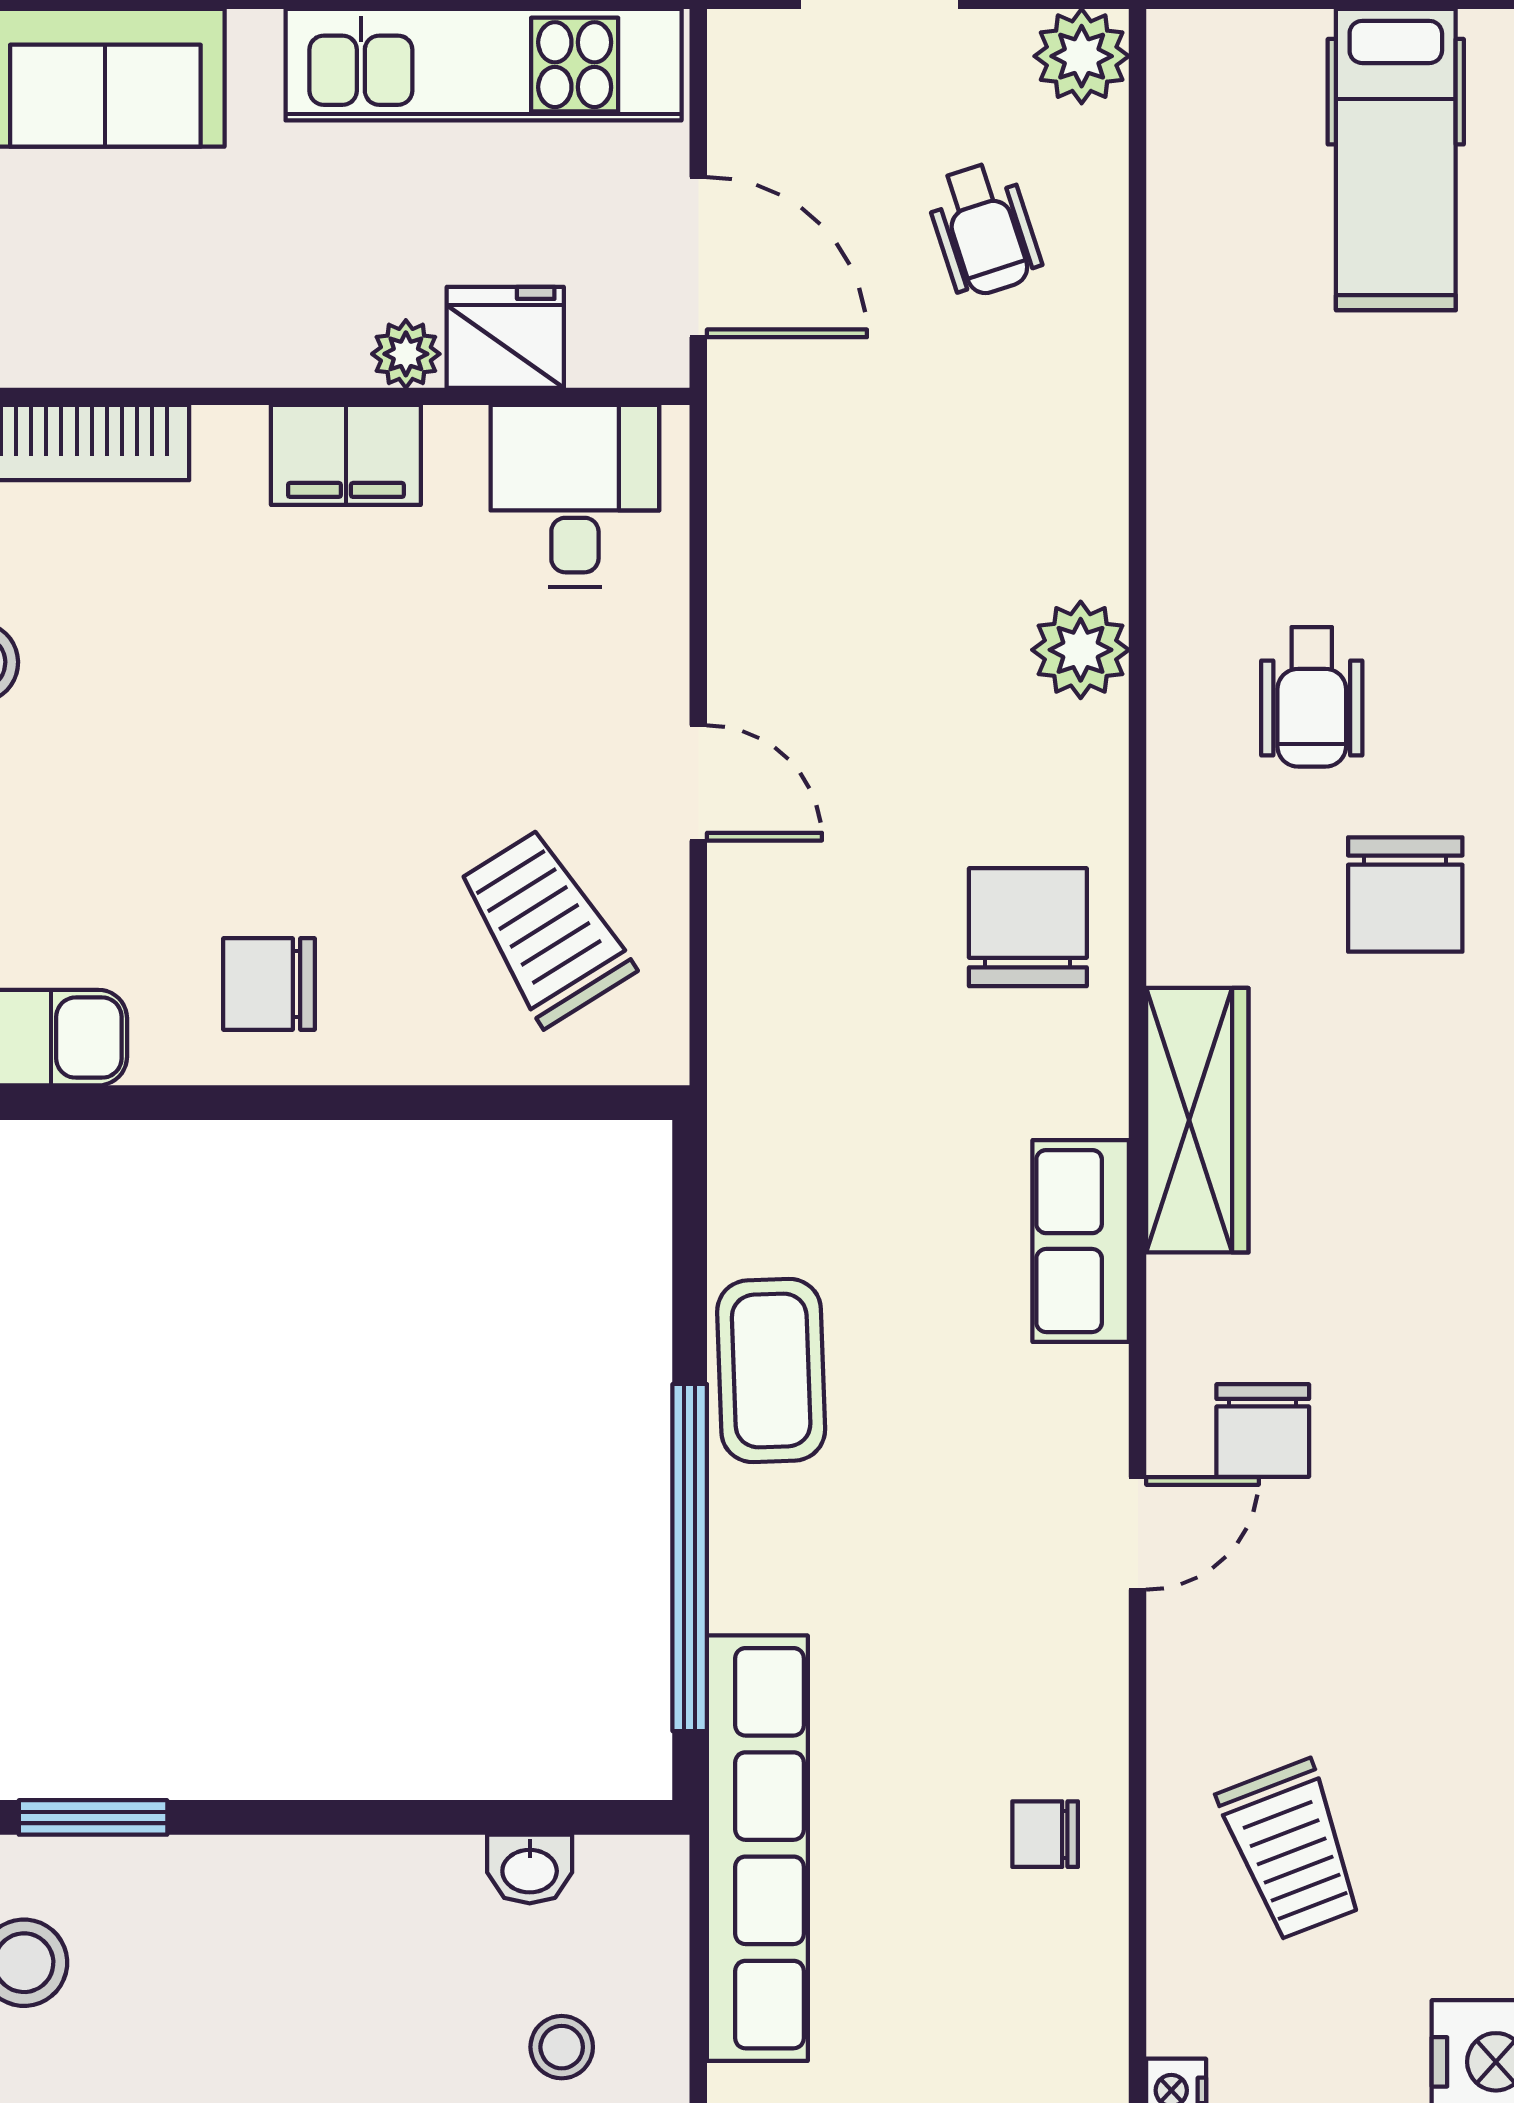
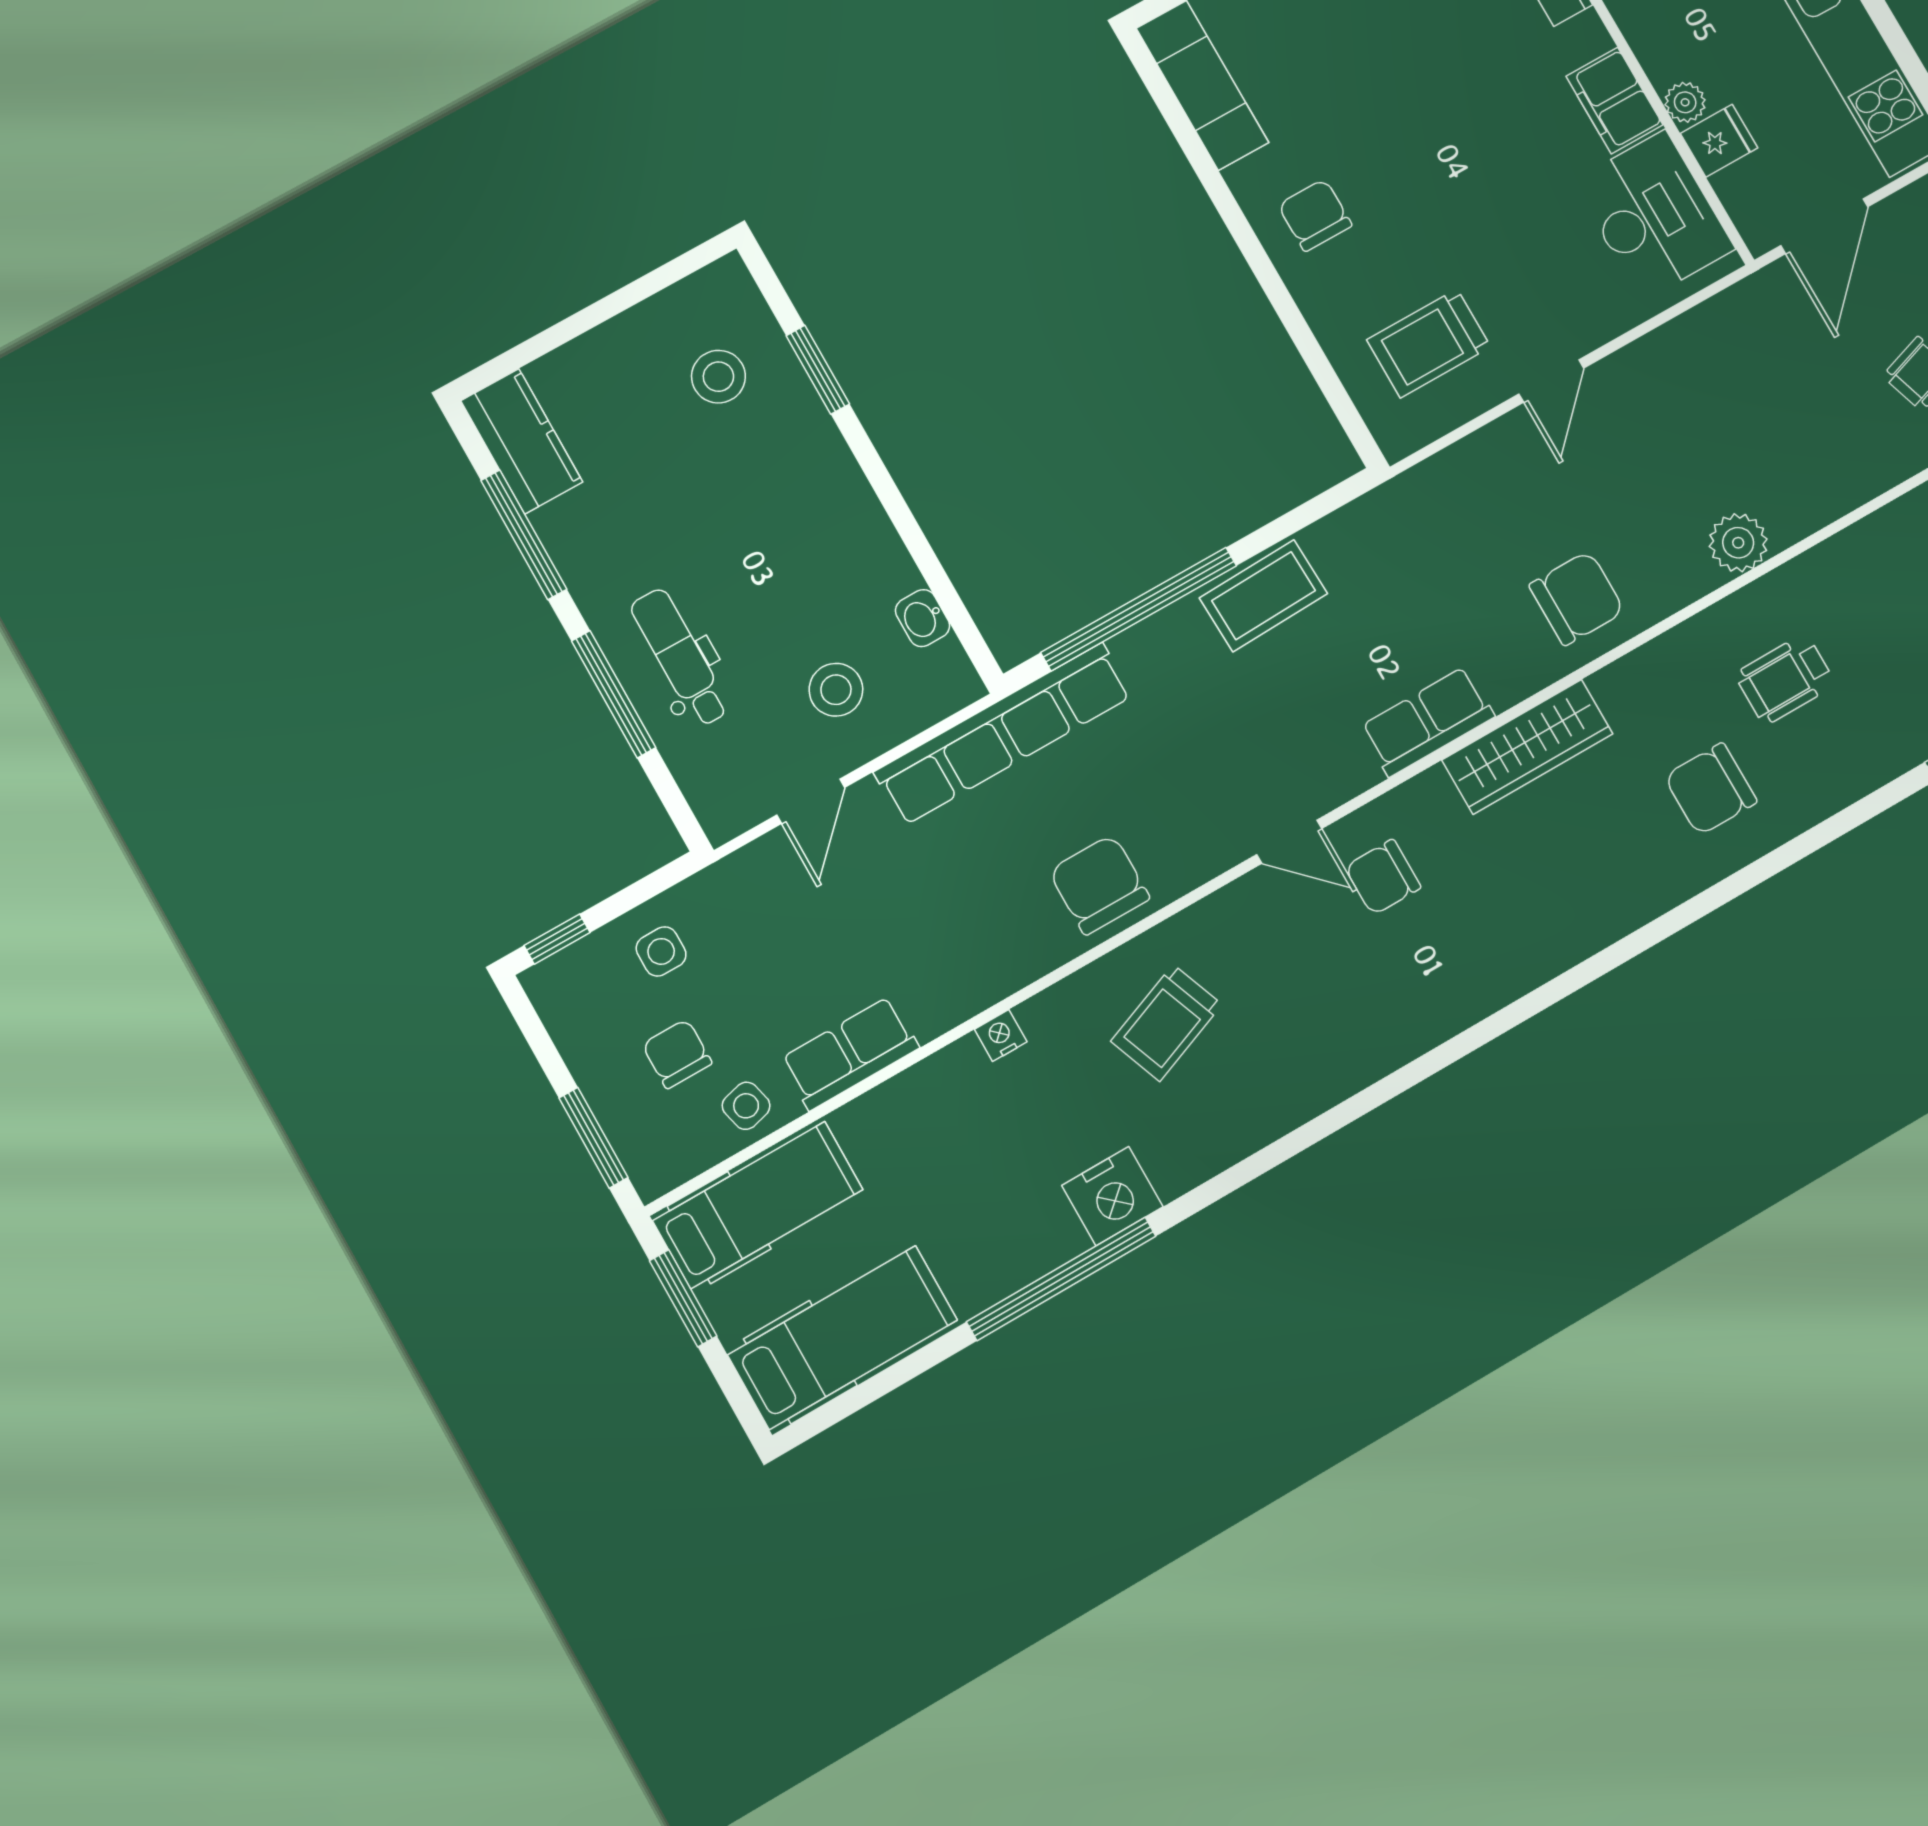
fridge: (505, 337) -> (1719, 141), width x0.72
desk: (575, 496) -> (1654, 215), width x1.37
trolley: (545, 927) -> (1429, 343), turned -148
chair: (1045, 1834) -> (1099, 885), width x1.87, depth x1.87
stool: (562, 2047) -> (836, 690), width x1.37, depth x1.37

